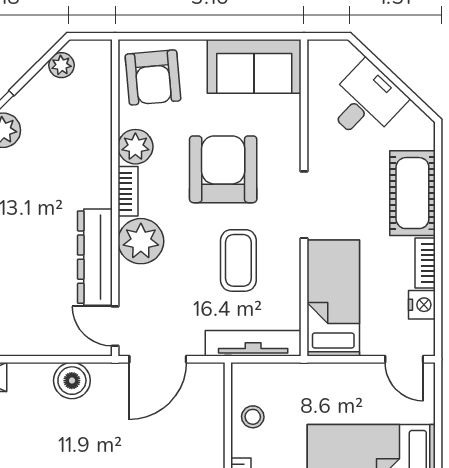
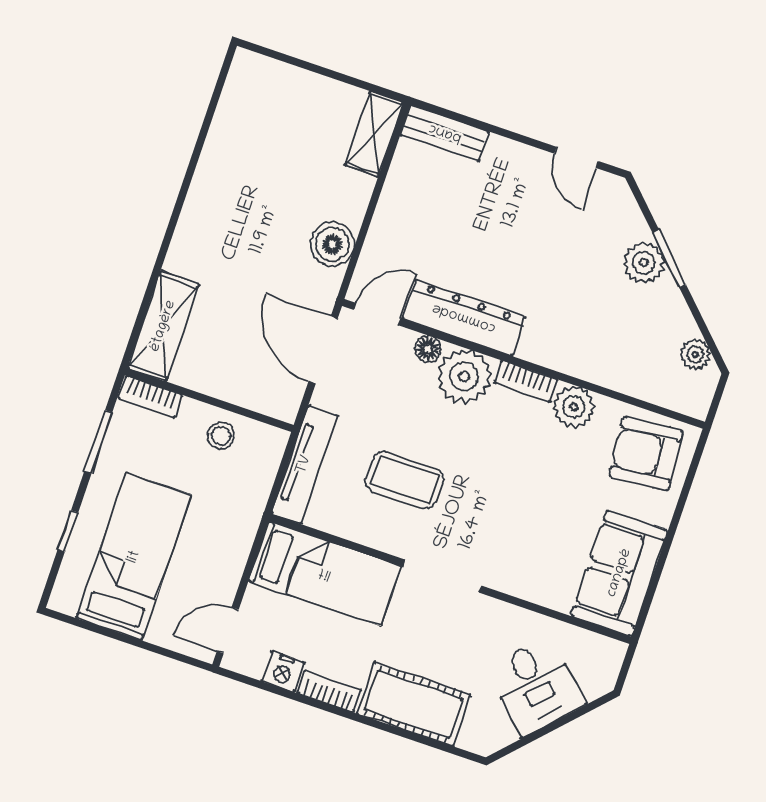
armchair: (223, 169) -> (514, 498), removed
floor lamp: (129, 277) -> (428, 349), added

